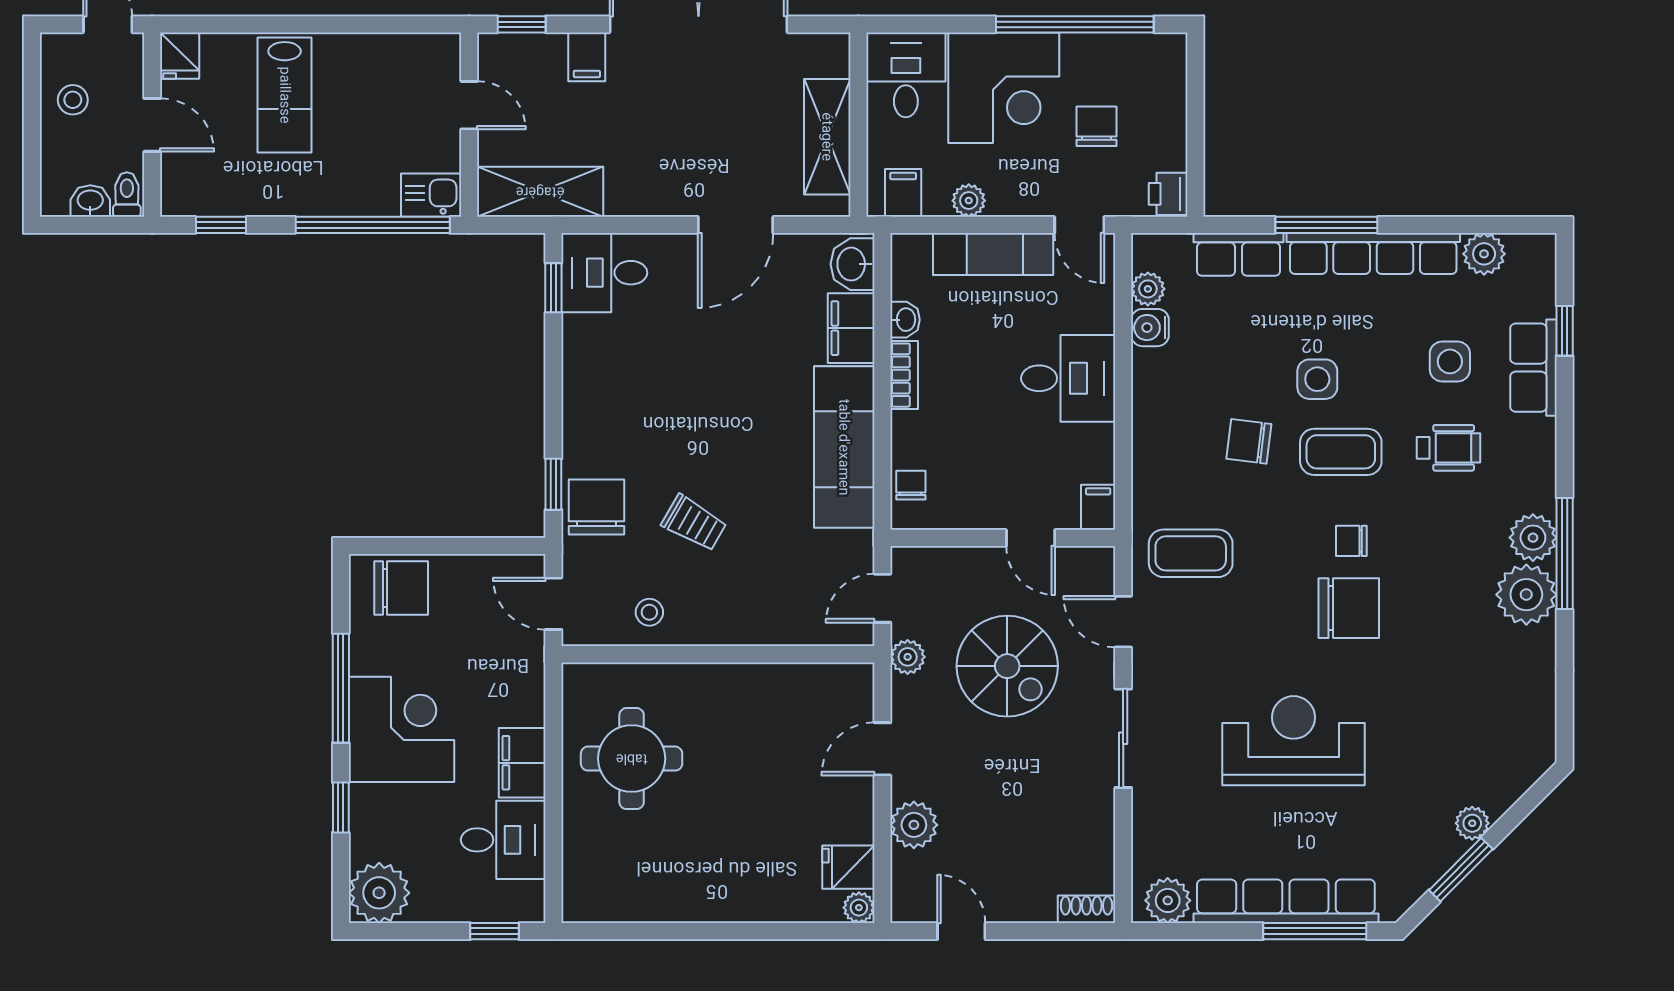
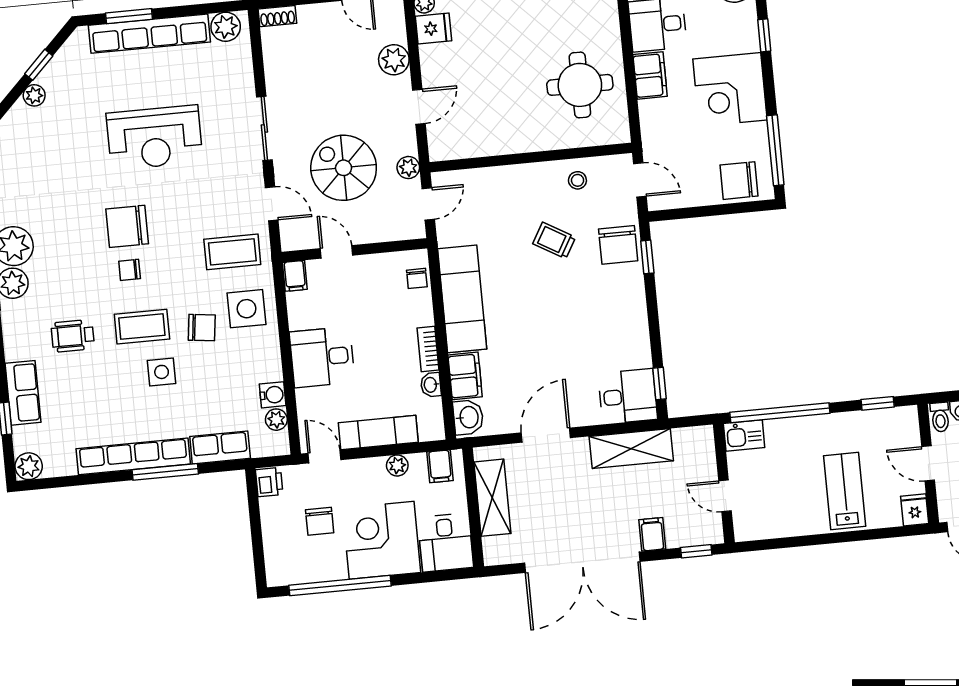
shelving: (540, 192) -> (631, 449), moved
plant: (1484, 254) -> (29, 466), moved
side table: (1450, 361) -> (247, 309), moved, width x1.37, depth x1.37
chair: (1351, 541) -> (130, 270), turned 180
window: (341, 688) -> (775, 150), moved
window: (1461, 870) -> (39, 65), width x0.67
window: (1315, 931) -> (129, 16), width x0.69

